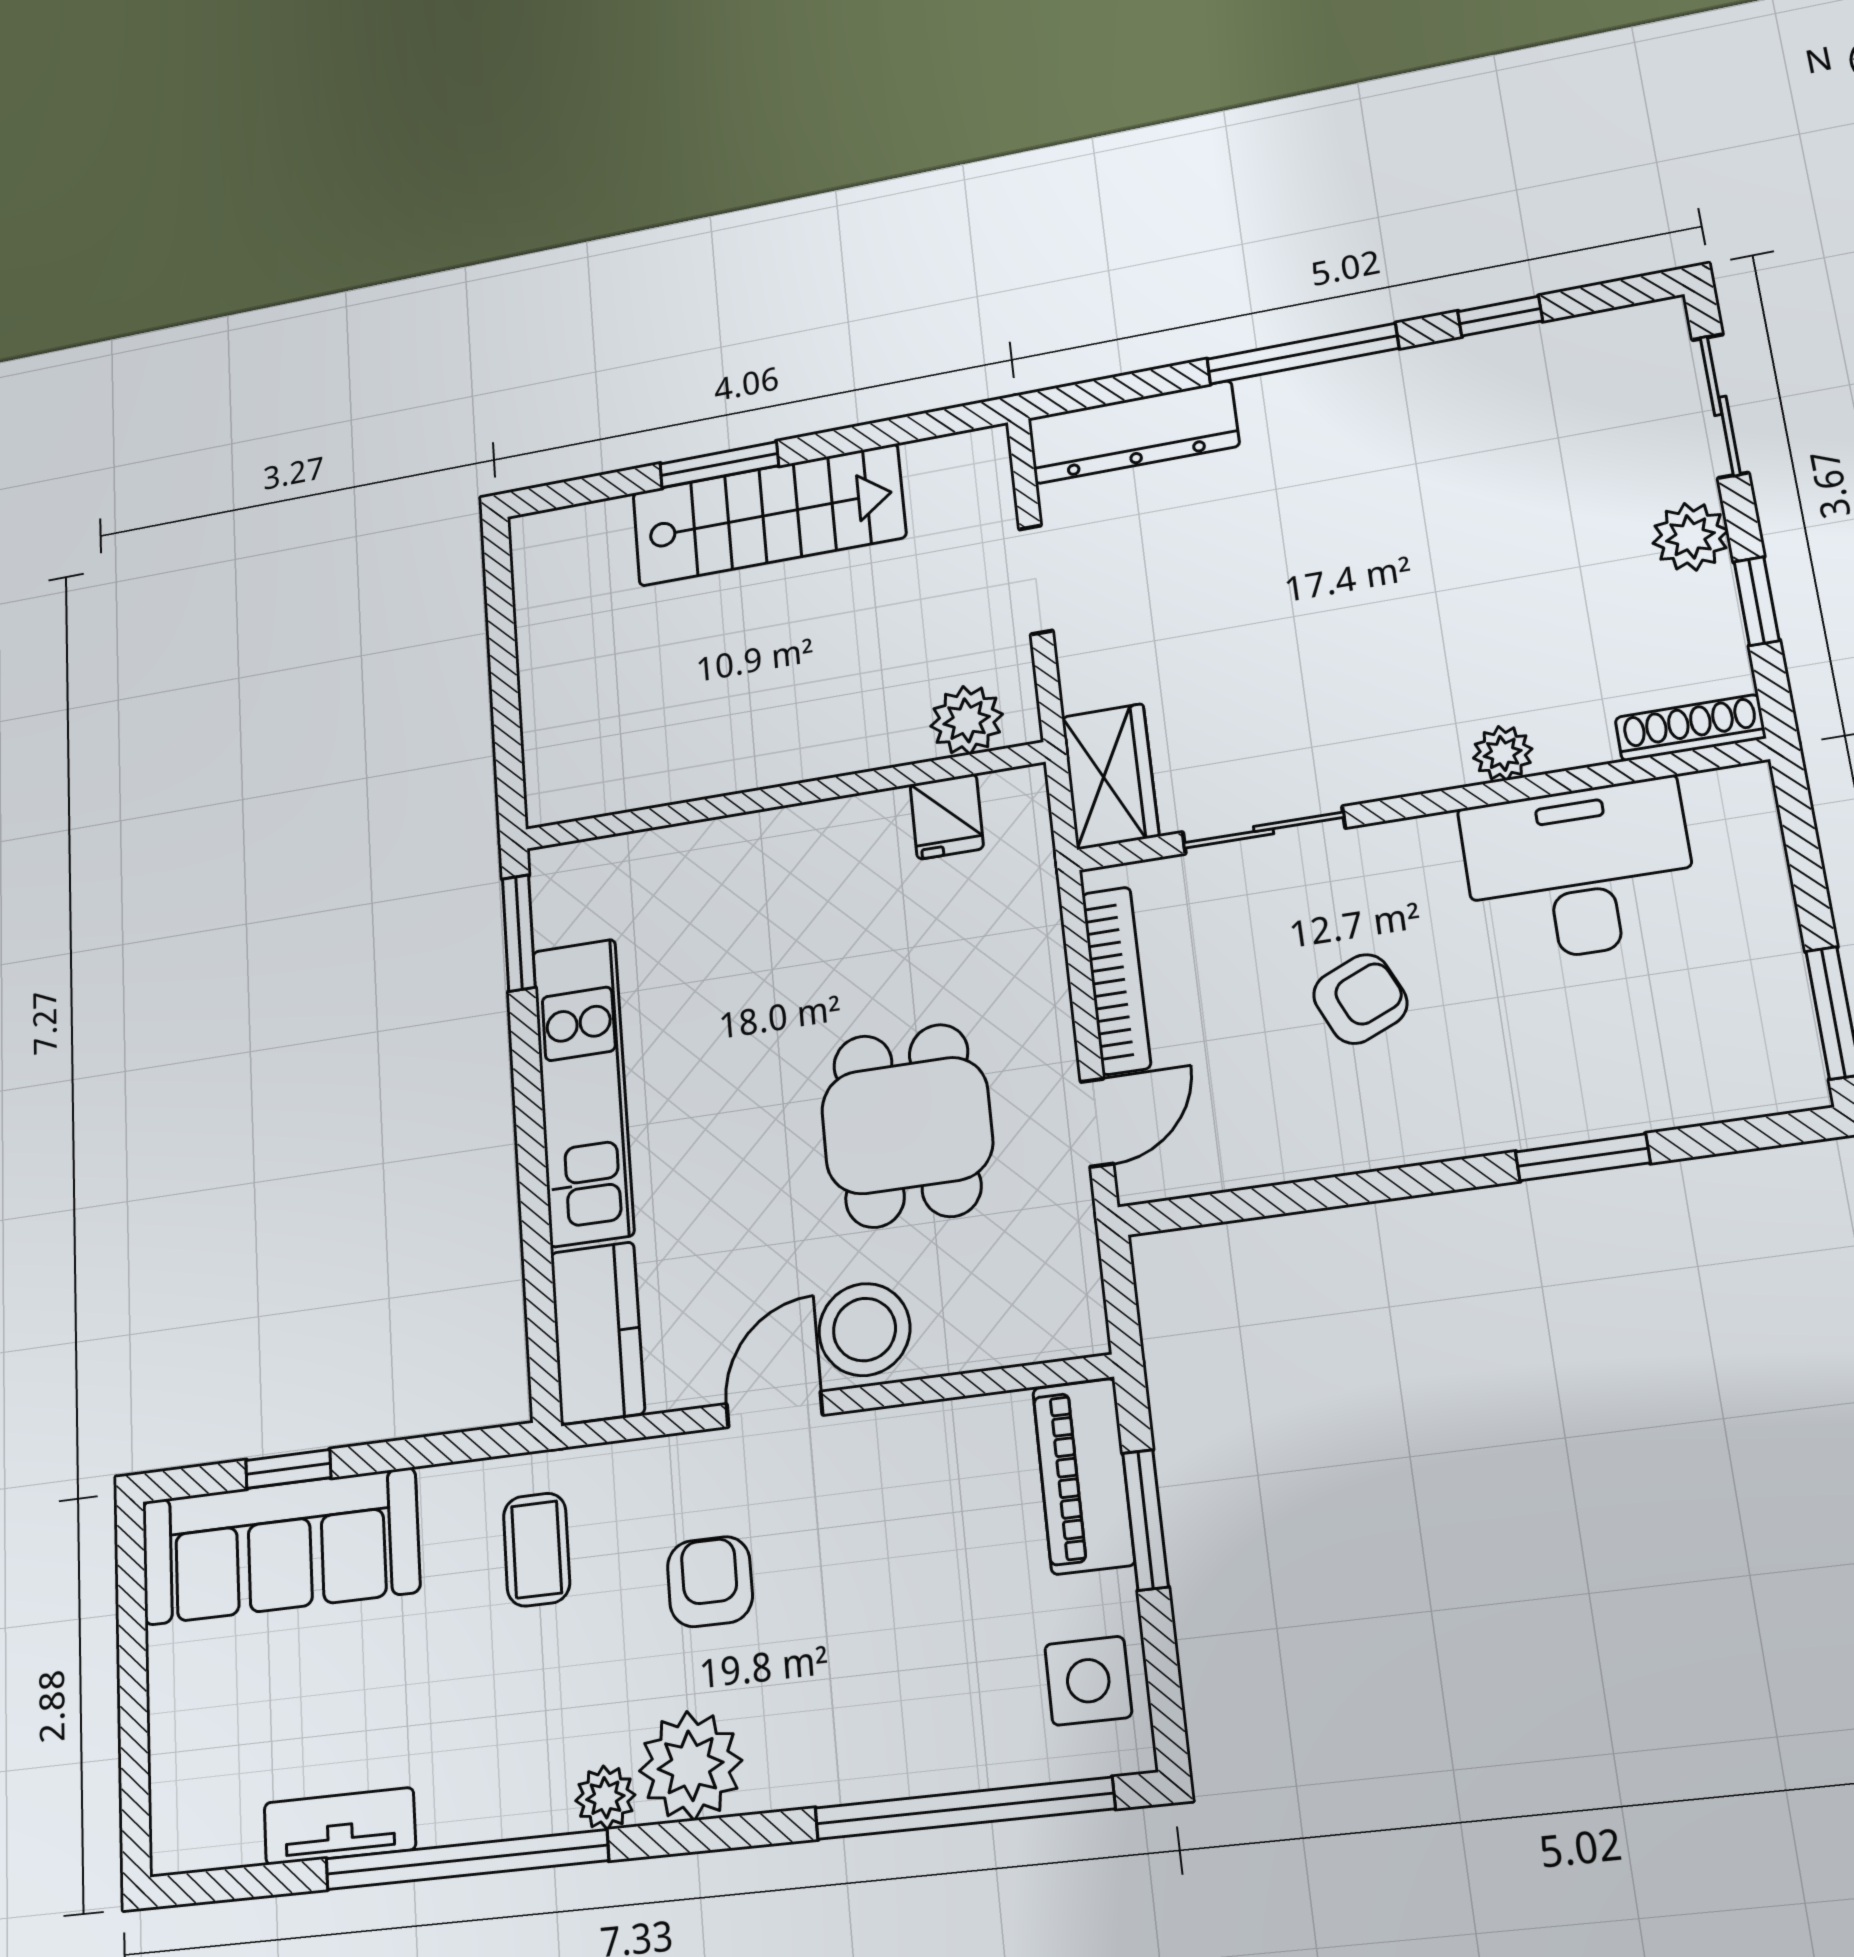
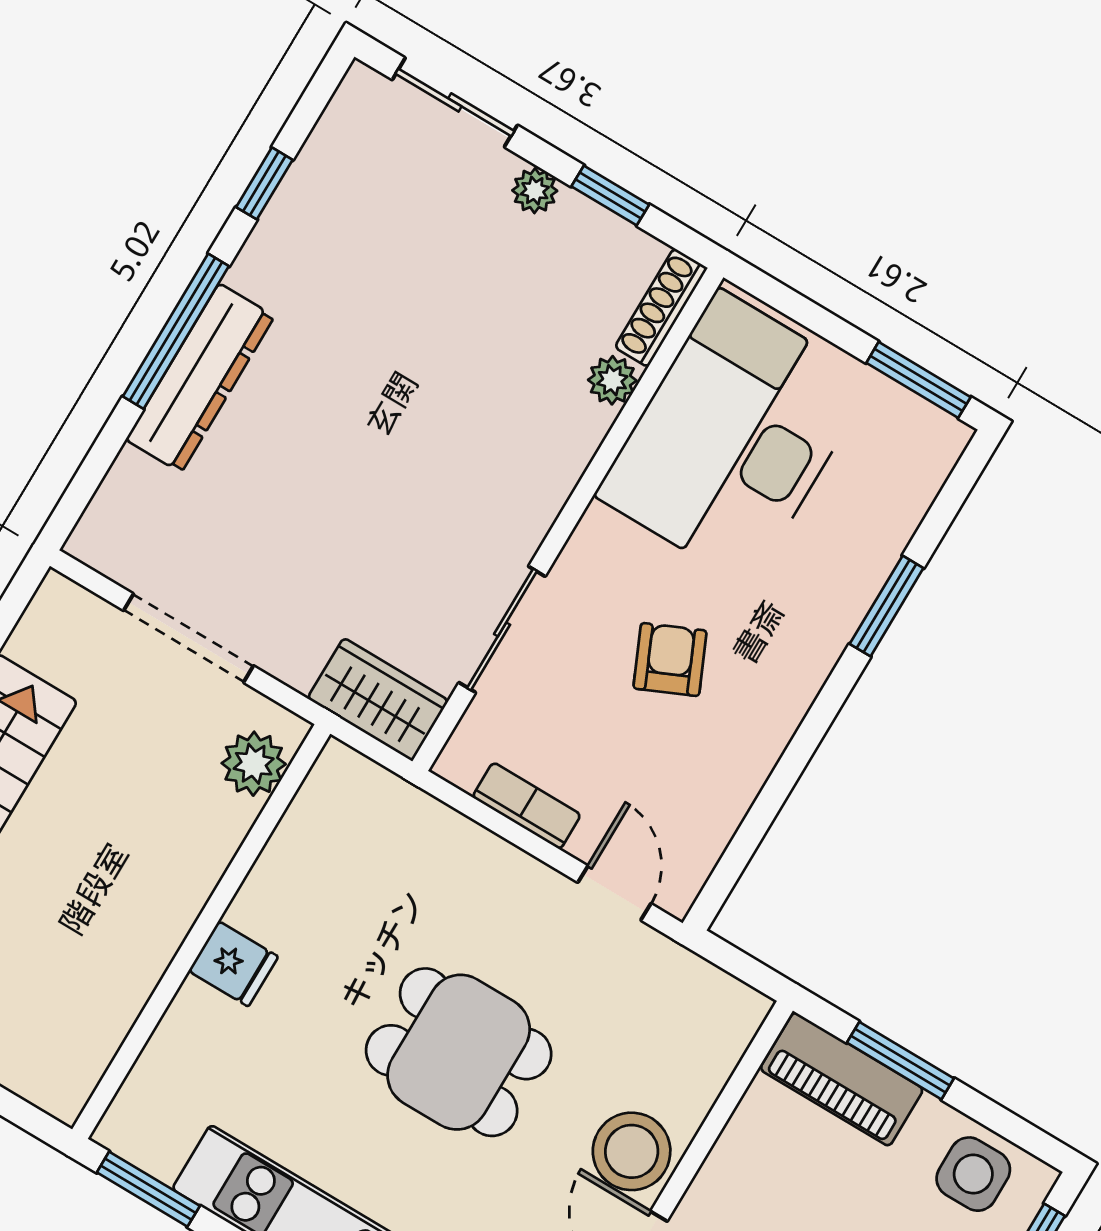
dresser: (1133, 432) -> (200, 378), moved
plant: (1690, 537) -> (535, 191), width x0.73, depth x0.73
doorway: (1036, 580) -> (189, 638), width x1.38
plant: (1503, 753) -> (612, 380), moved
fridge: (947, 816) -> (233, 964), moved
desk: (1579, 871) -> (734, 438), width x1.36, depth x1.30
bookcase: (1116, 980) -> (527, 806), width x0.64
dining table: (907, 1126) -> (459, 1052), moved

